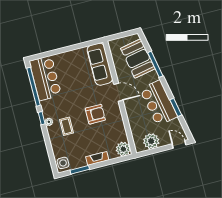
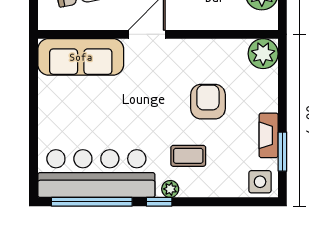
bar counter: (45, 78) -> (96, 174), width x1.36
armchair: (95, 114) -> (208, 102), moved
fireplace: (97, 158) -> (269, 135), moved

